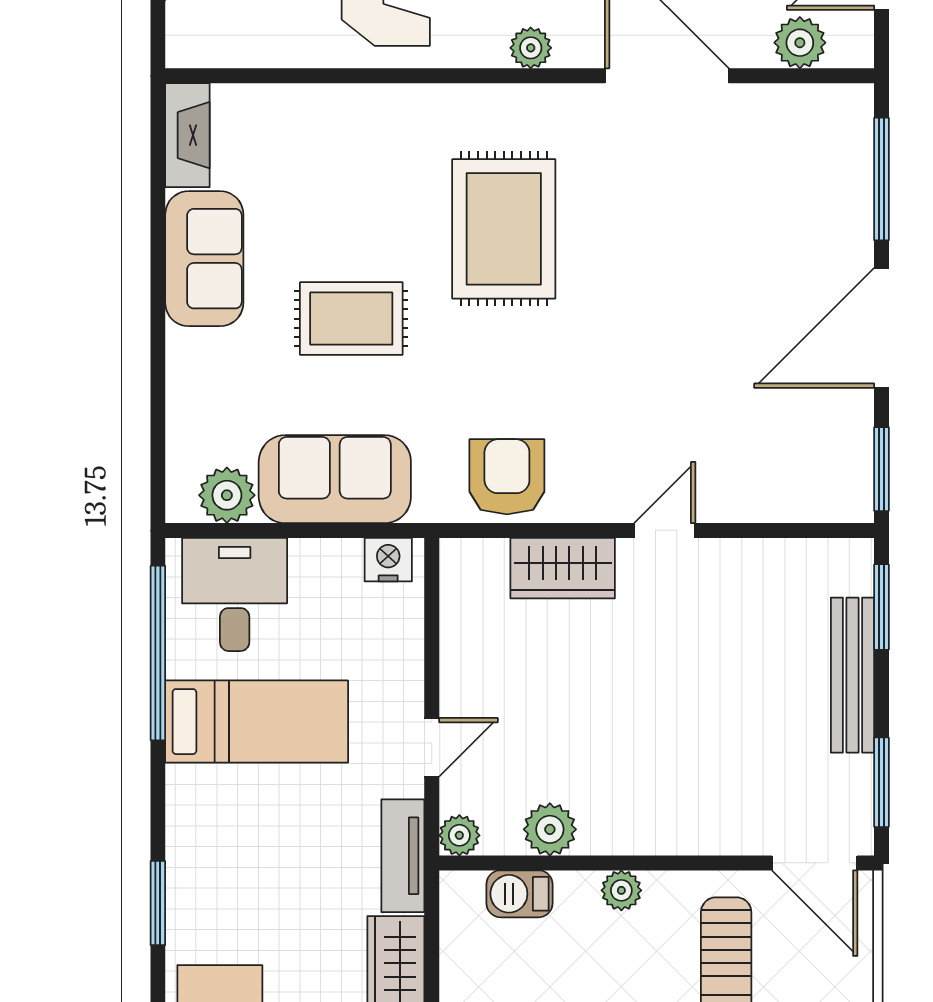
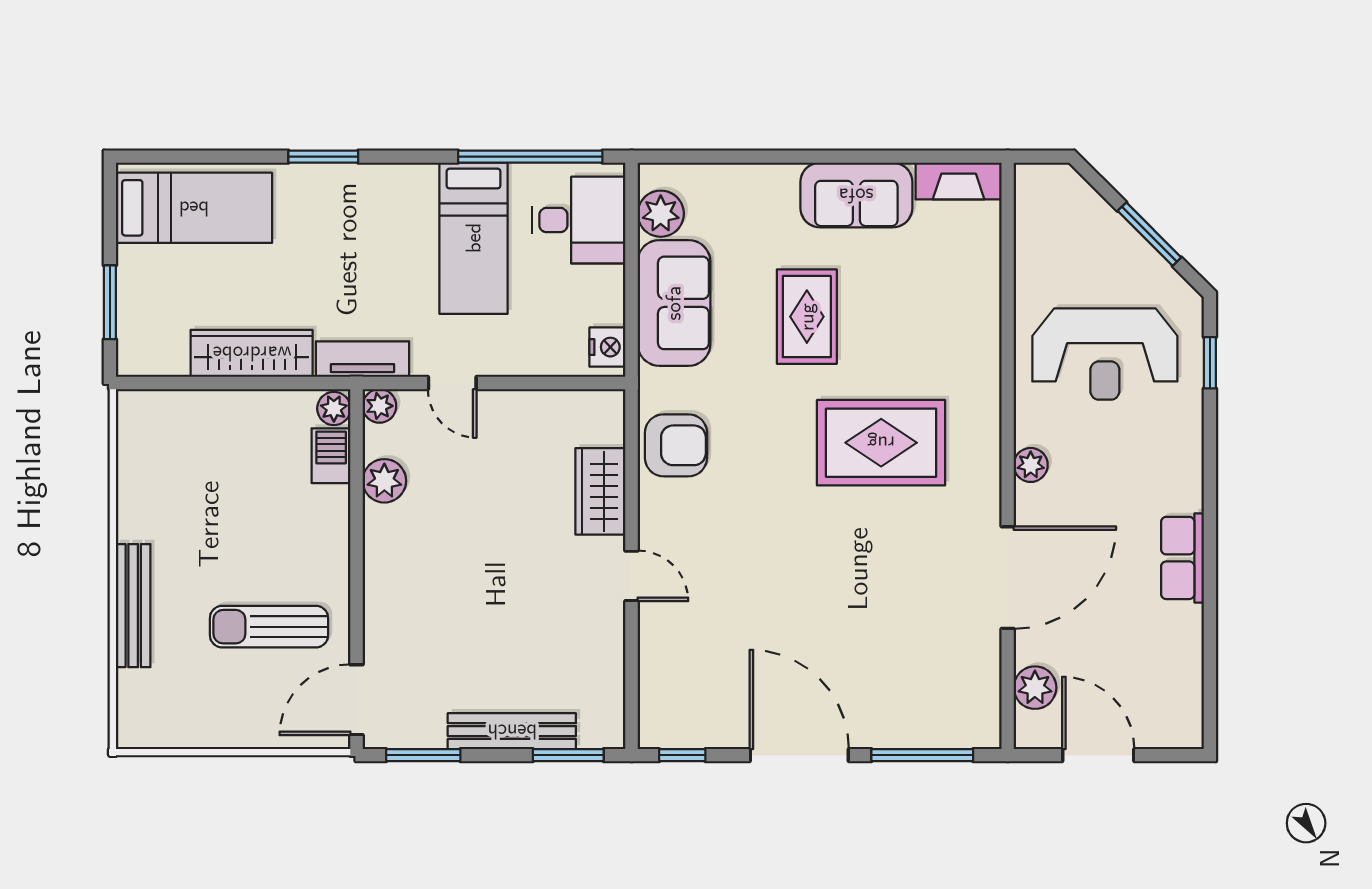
window: (882, 469) -> (682, 755), width x0.67
plant: (621, 890) -> (334, 408), moved

